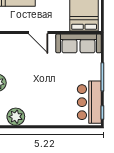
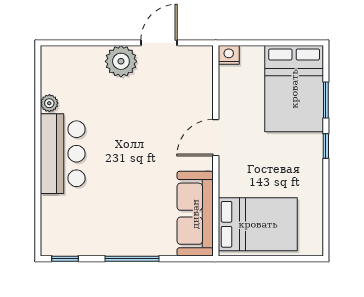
bar counter: (89, 102) -> (63, 154), moved, turned 90
plant: (16, 117) -> (49, 103), width x0.53, depth x0.53

